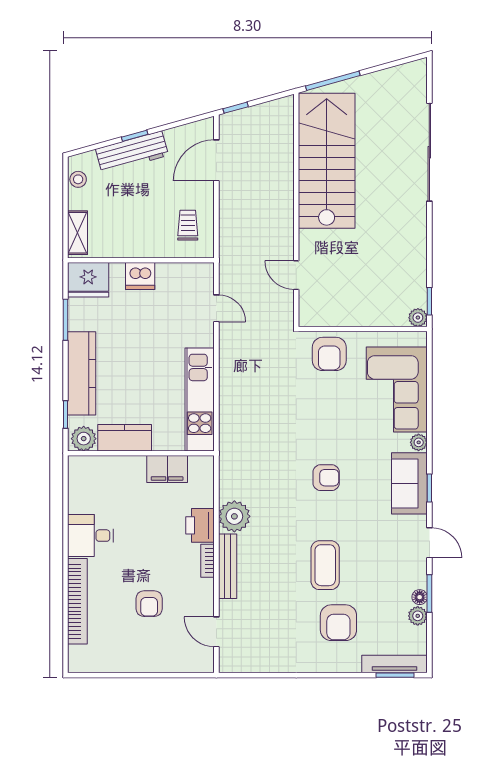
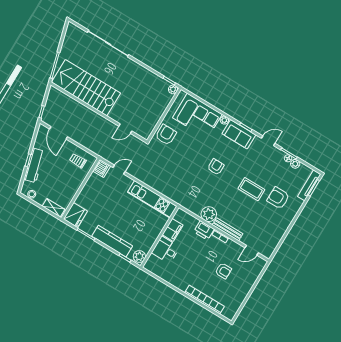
dishwasher: (140, 276) -> (102, 168), moved
armchair: (329, 354) -> (166, 135), turned -90
kitchen counter: (125, 438) -> (149, 239), removed
desk: (91, 536) -> (166, 250), moved, turned 90
armchair: (338, 623) -> (278, 198), turned 180

